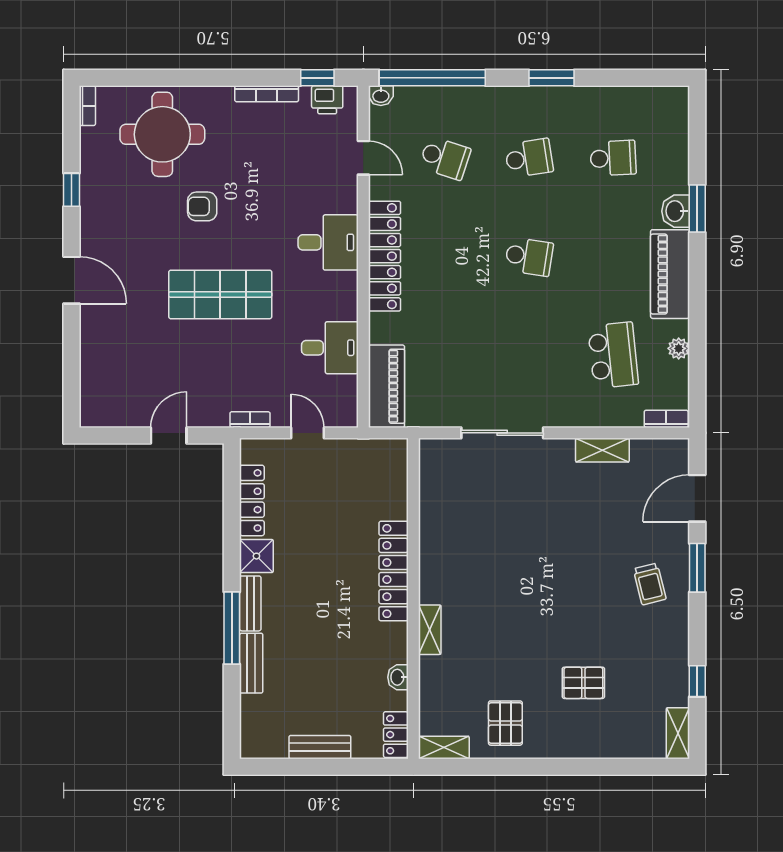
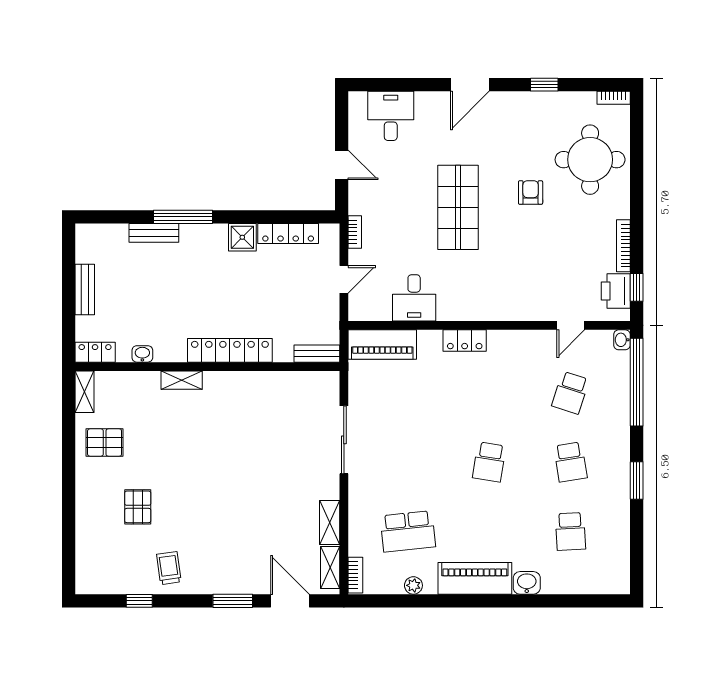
printer: (327, 100) -> (616, 291), width x1.36, depth x1.24
window: (697, 208) -> (529, 601), removed
desk: (328, 242) -> (391, 116), moved, turned 180
locker: (385, 256) -> (465, 341), width x0.46, depth x0.83
trolley: (650, 584) -> (169, 568), moved, turned 96
bench: (250, 603) -> (317, 354), moved
shelving: (678, 733) -> (330, 567), moved, turned 90

